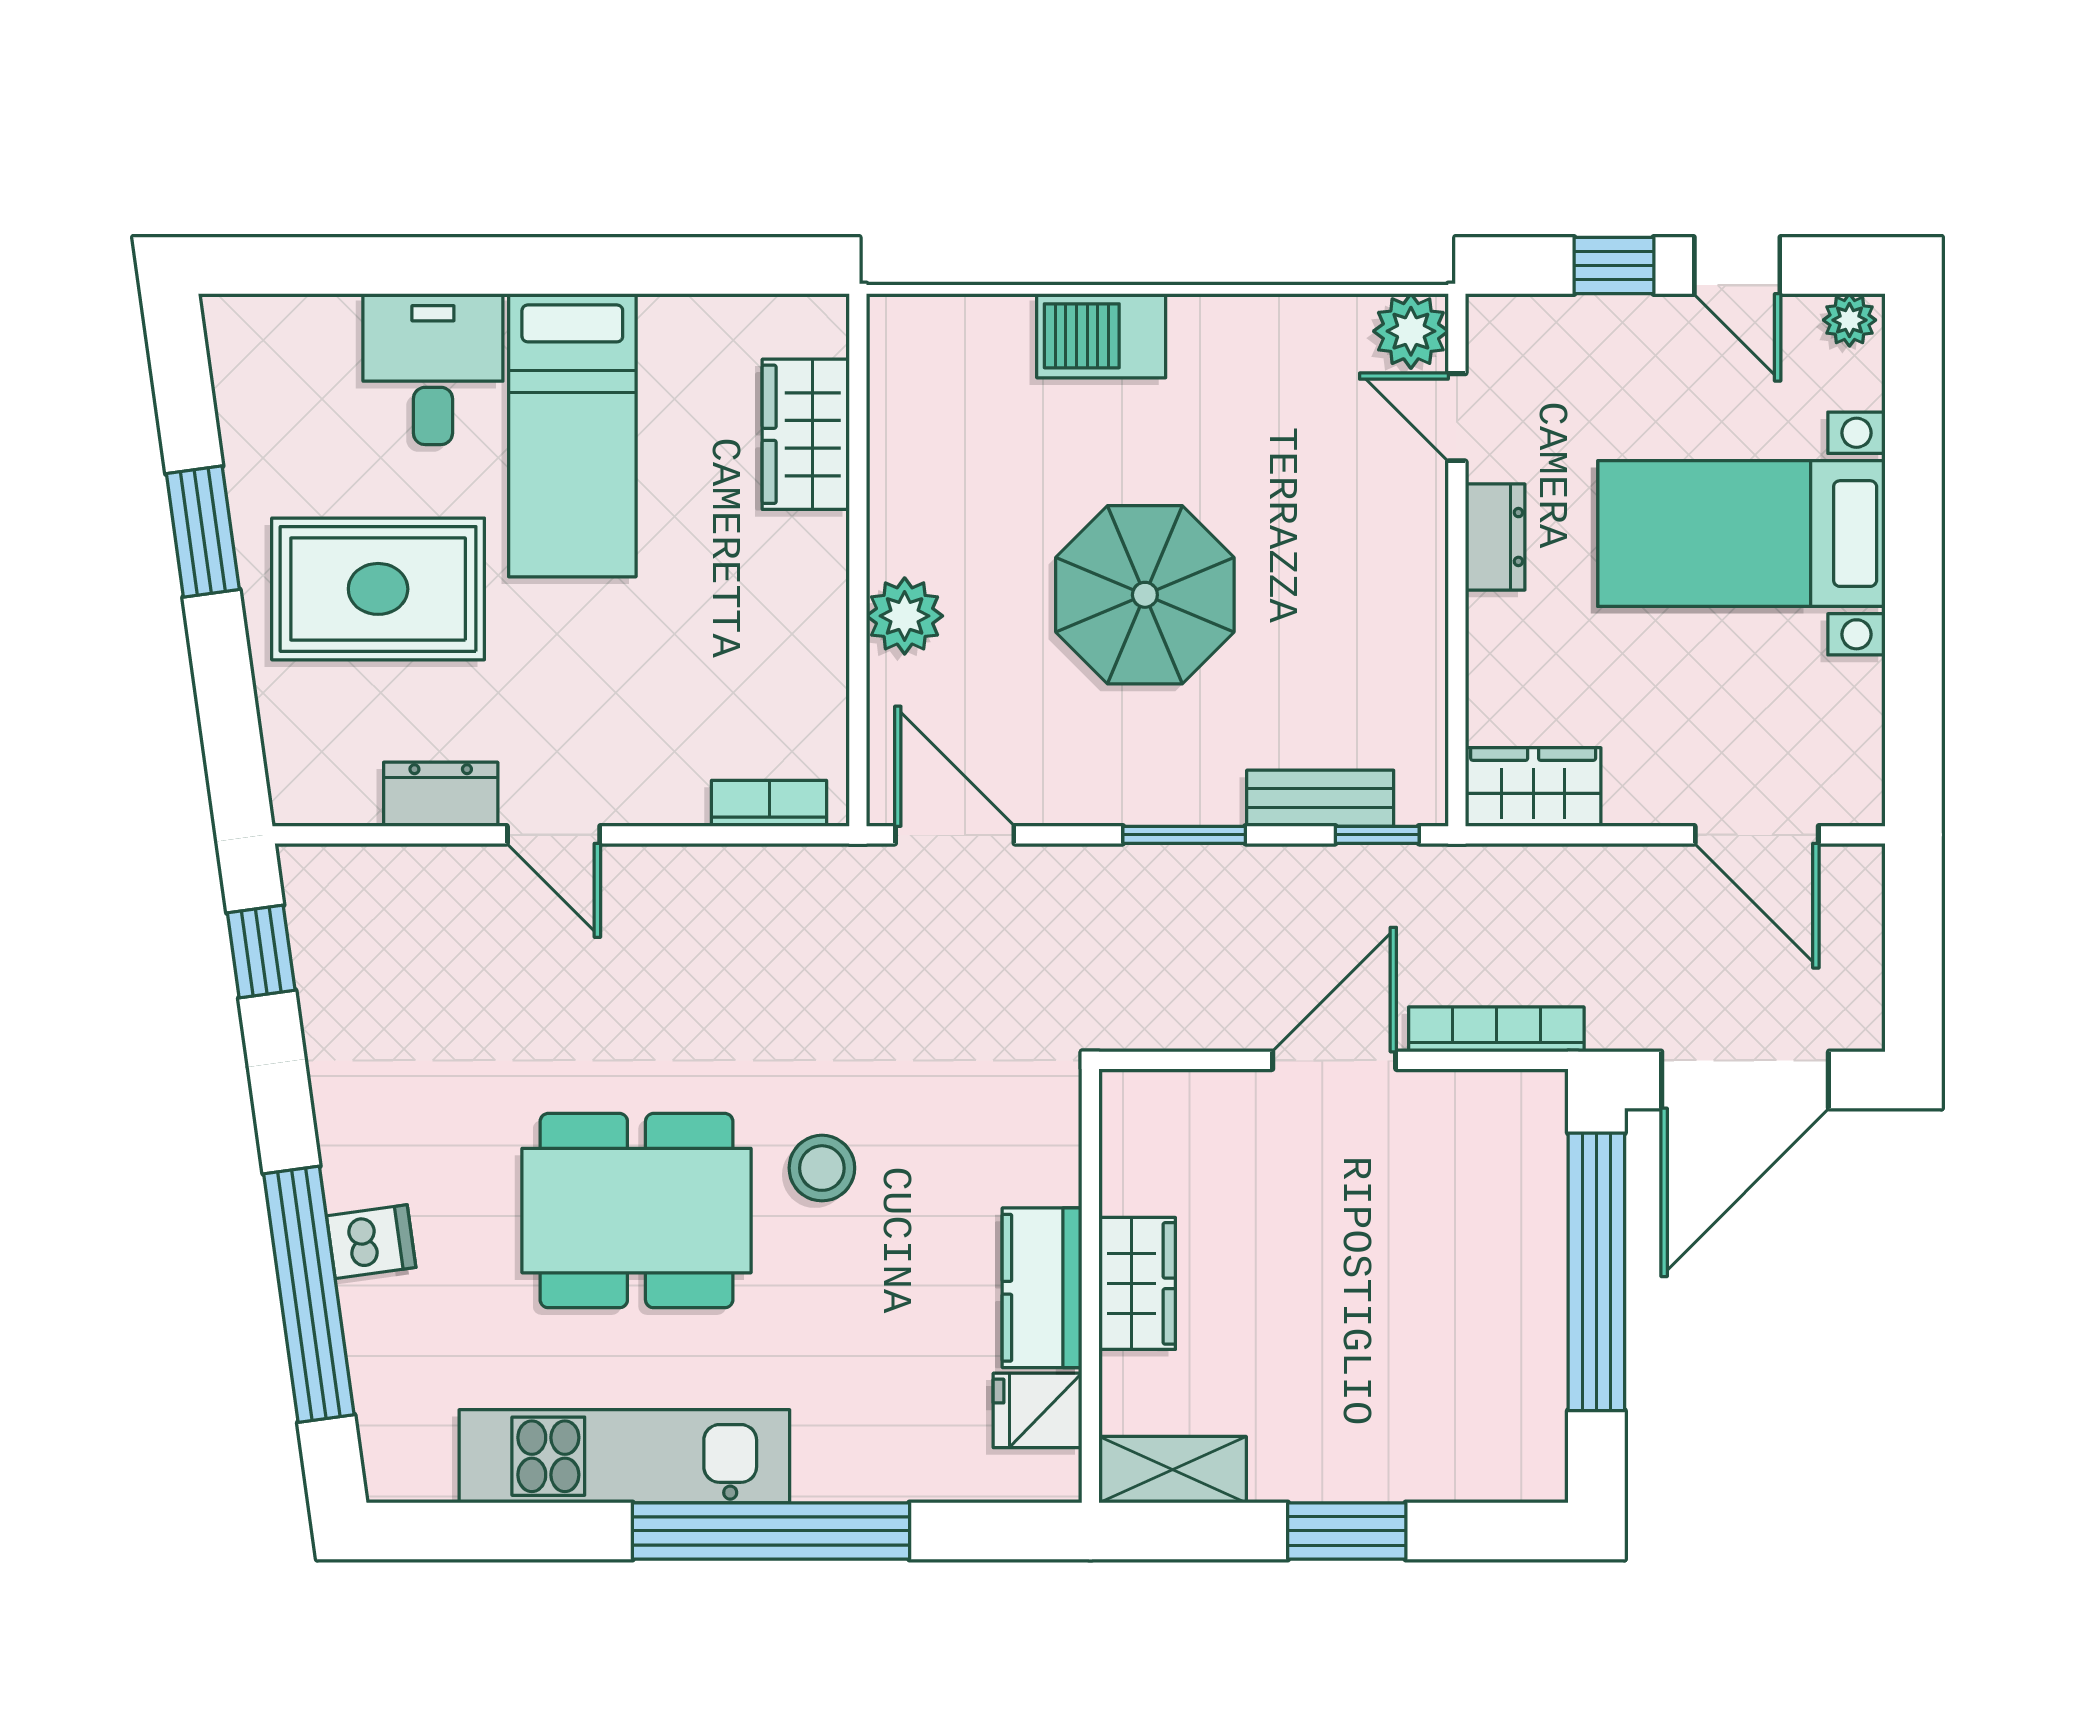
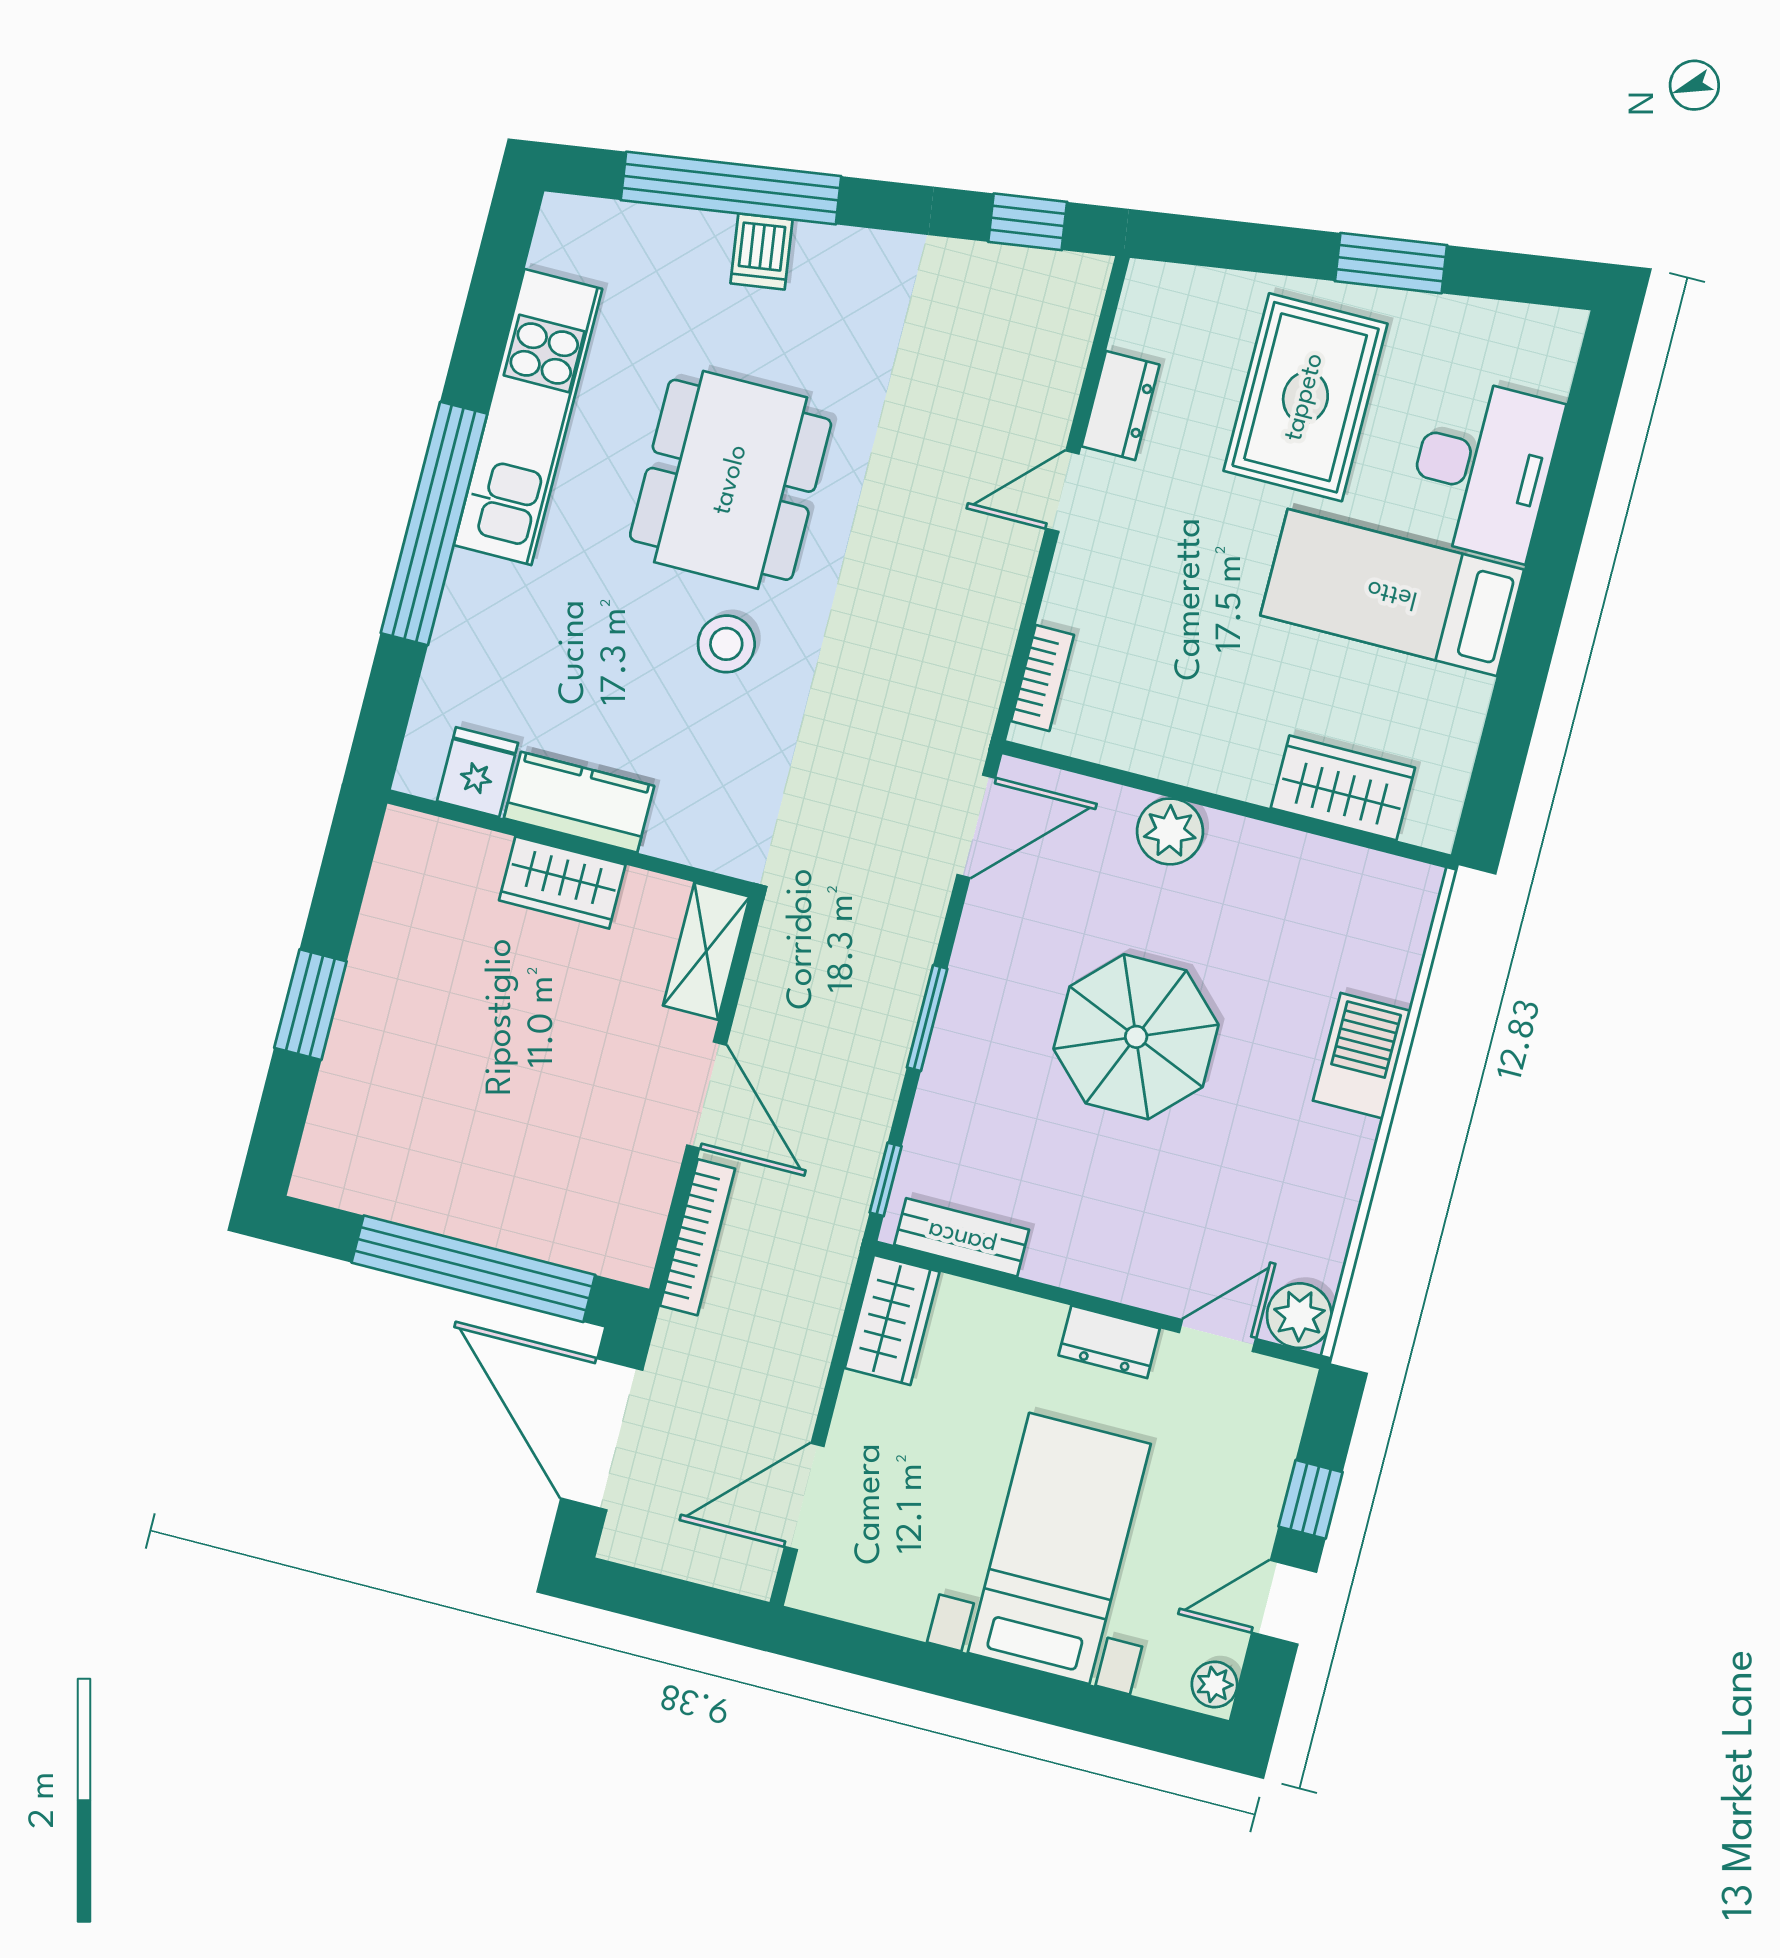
desk: (433, 369) -> (1483, 469), width x1.37
bench: (1320, 798) -> (962, 1237), moved, turned 90
shelving: (1173, 1470) -> (706, 951), moved

